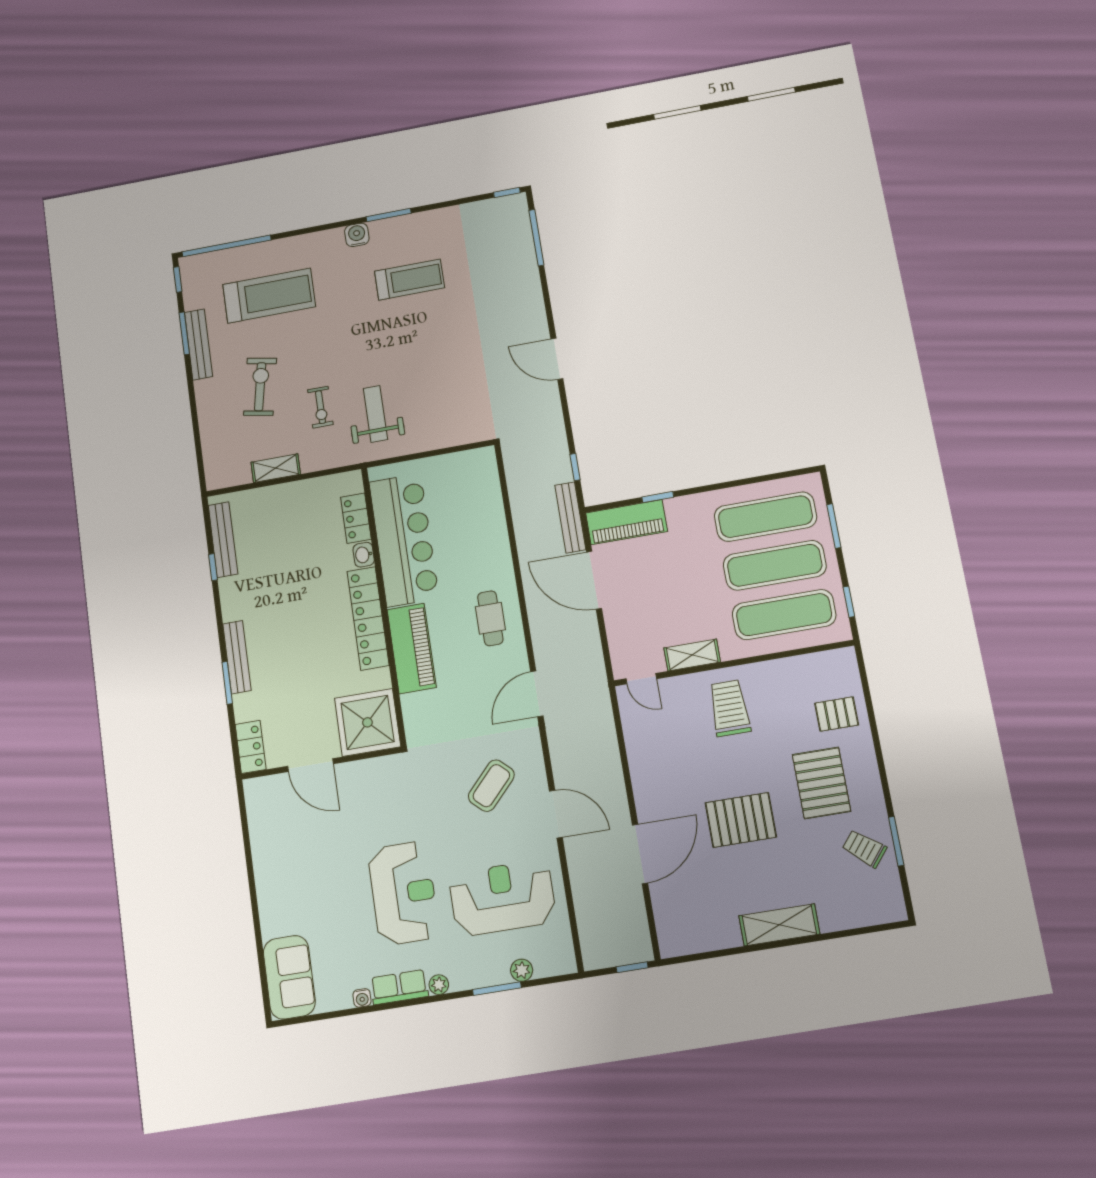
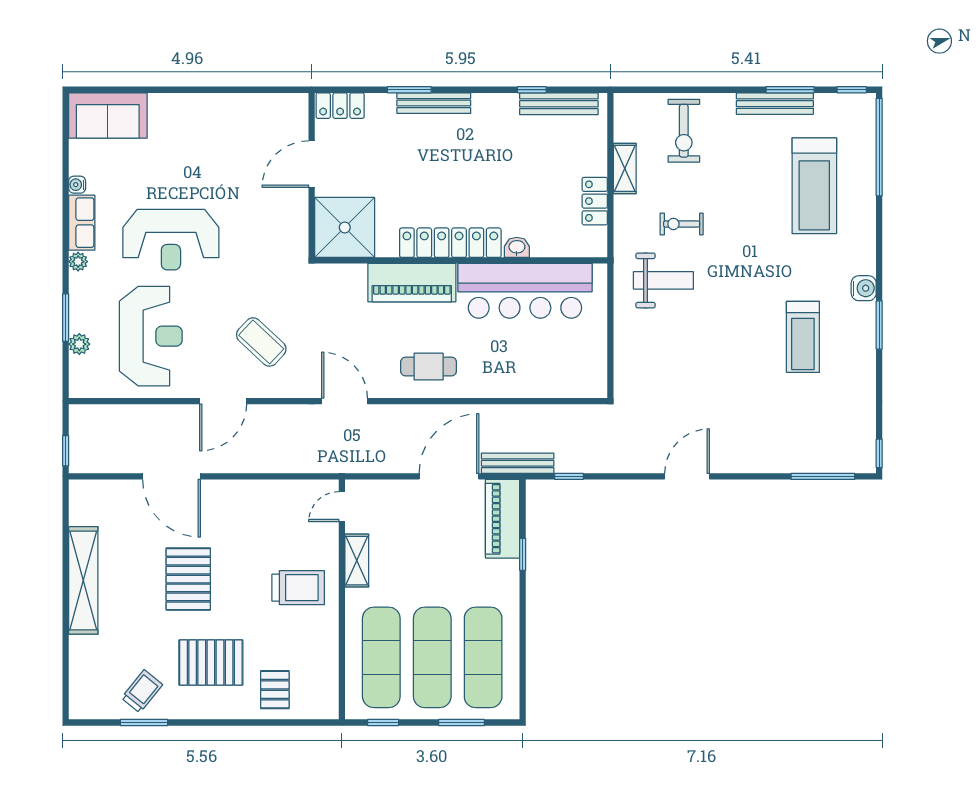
exercise bike: (260, 387) -> (684, 131), moved, turned 79
locker: (356, 518) -> (595, 201), moved, turned -90
shelving: (779, 925) -> (83, 580), width x1.47

